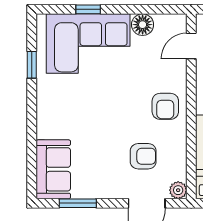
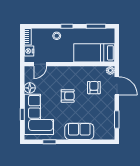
door: (191, 46) -> (40, 64), hinge flipped
armchair: (165, 106) -> (68, 96), moved
sofa: (53, 169) -> (79, 131), moved

